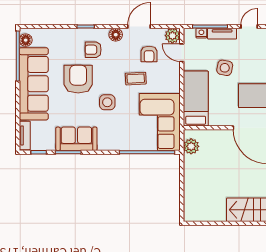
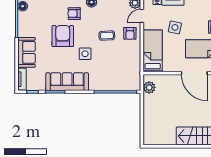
door: (182, 53) -> (142, 16), hinge flipped
armchair: (149, 54) -> (130, 33), moved
sofa: (34, 84) -> (26, 52), width x0.54, depth x0.79
corner sofa: (160, 122) -> (125, 69), removed
sofa: (76, 139) -> (67, 82), width x1.36

